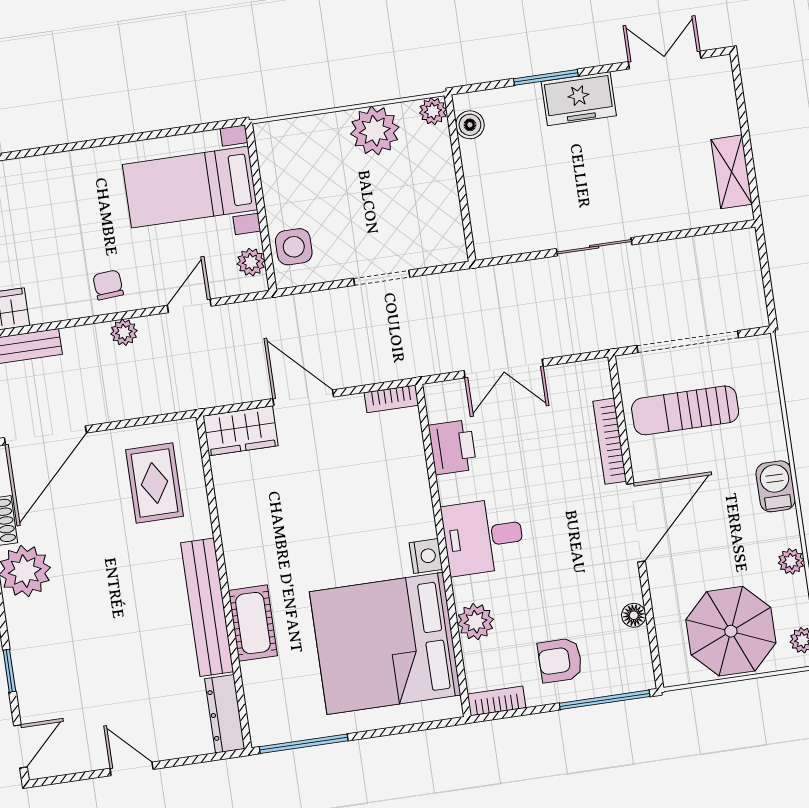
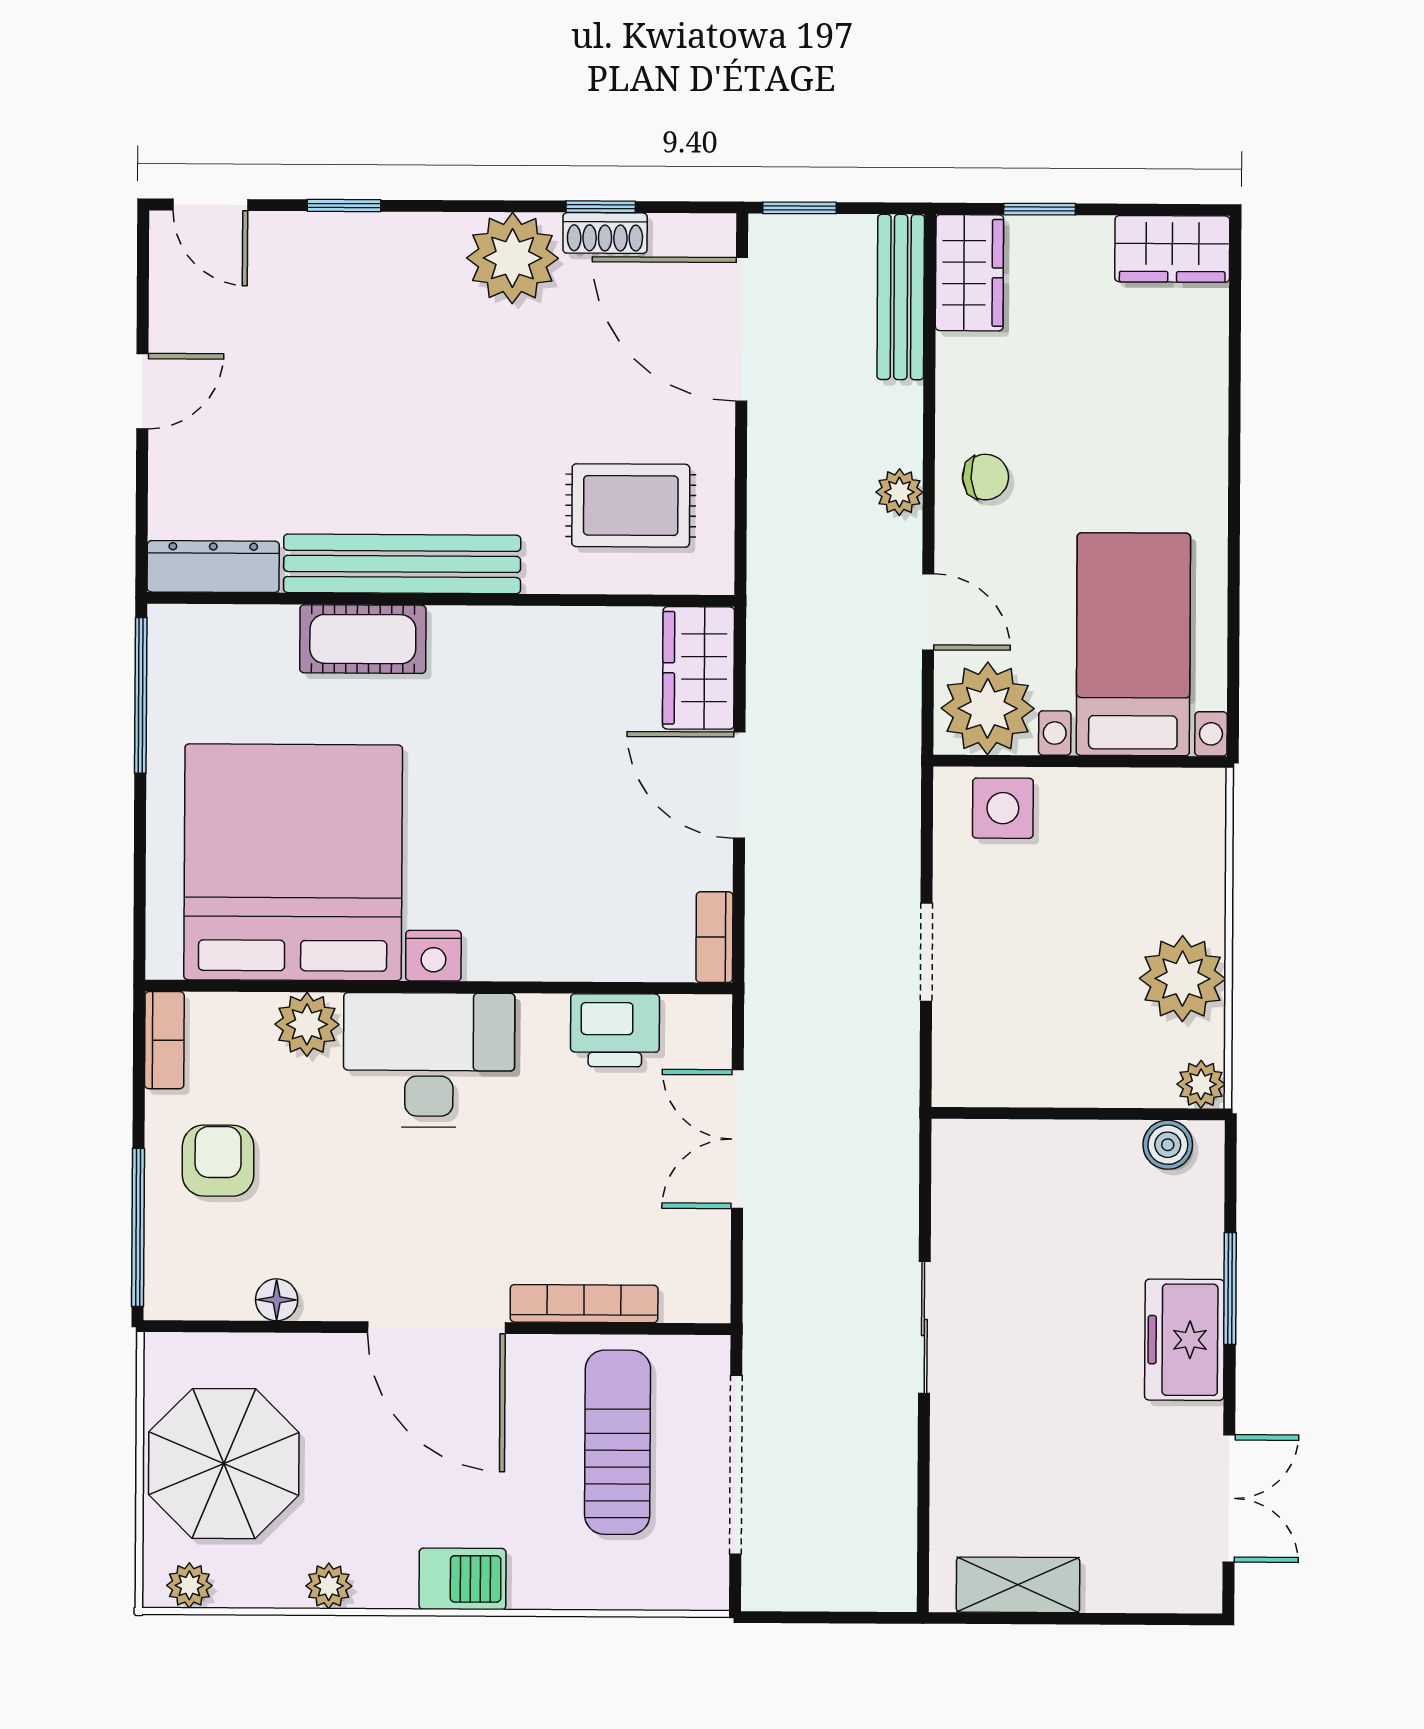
plant: (251, 262) -> (988, 708), width x1.87, depth x1.87
door: (303, 398) -> (739, 785), swing flipped
desk: (483, 537) -> (429, 1060), width x1.37

